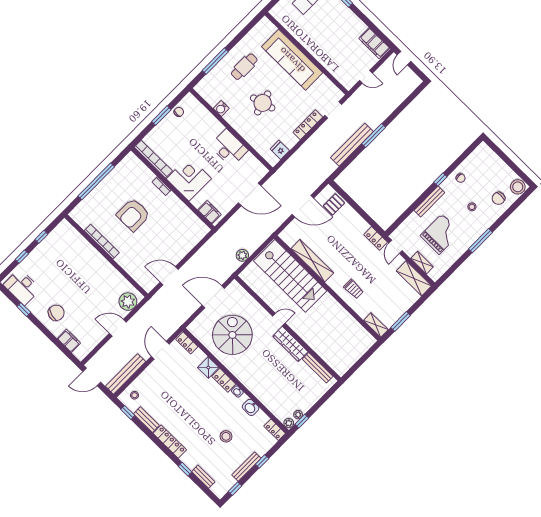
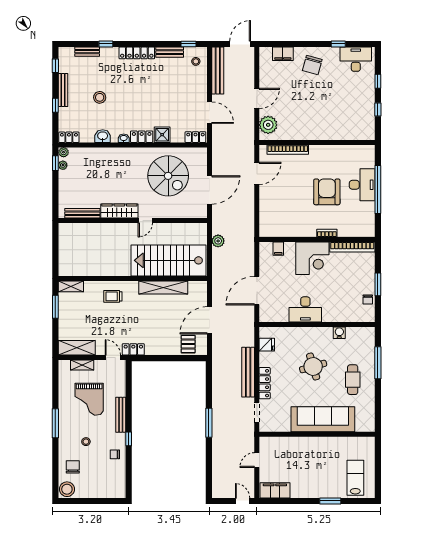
bench: (352, 145) -> (248, 372), moved
desk: (104, 195) -> (362, 185), added
filing cabinet: (209, 212) -> (278, 249), width x0.50
bookcase: (102, 242) -> (288, 150), moved

